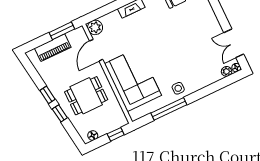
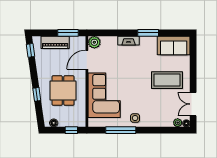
coffee table: (193, 31) -> (167, 80), added
window: (48, 95) -> (31, 50), moved
dining table: (86, 96) -> (63, 91), turned 90

